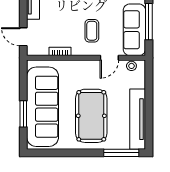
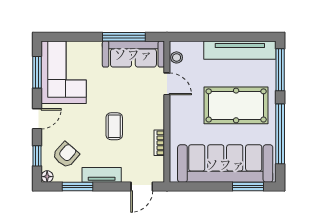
coffee table: (92, 31) -> (114, 126), moved, turned 90
window: (23, 114) -> (248, 187), moved
window: (67, 153) -> (280, 134), added

